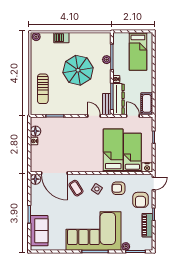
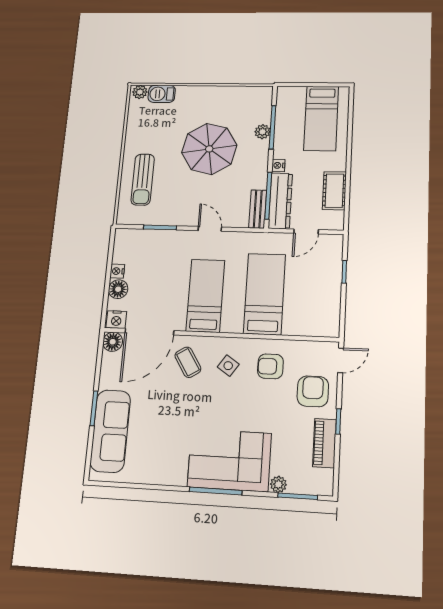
barbecue: (61, 38) -> (162, 94), moved
cot: (147, 103) -> (334, 191), moved
door: (94, 116) -> (210, 229), moved
door: (133, 116) -> (306, 231), swing flipped
floor lamp: (35, 131) -> (118, 289), moved
bed: (132, 153) -> (205, 296), moved
nightstand: (147, 167) -> (116, 320), moved
door: (54, 173) -> (149, 332), hinge flipped
armchair: (140, 200) -> (313, 391), turned 180
sofa: (39, 231) -> (110, 431), width x1.36
corner sofa: (94, 231) -> (229, 460), width x0.73, depth x0.74

